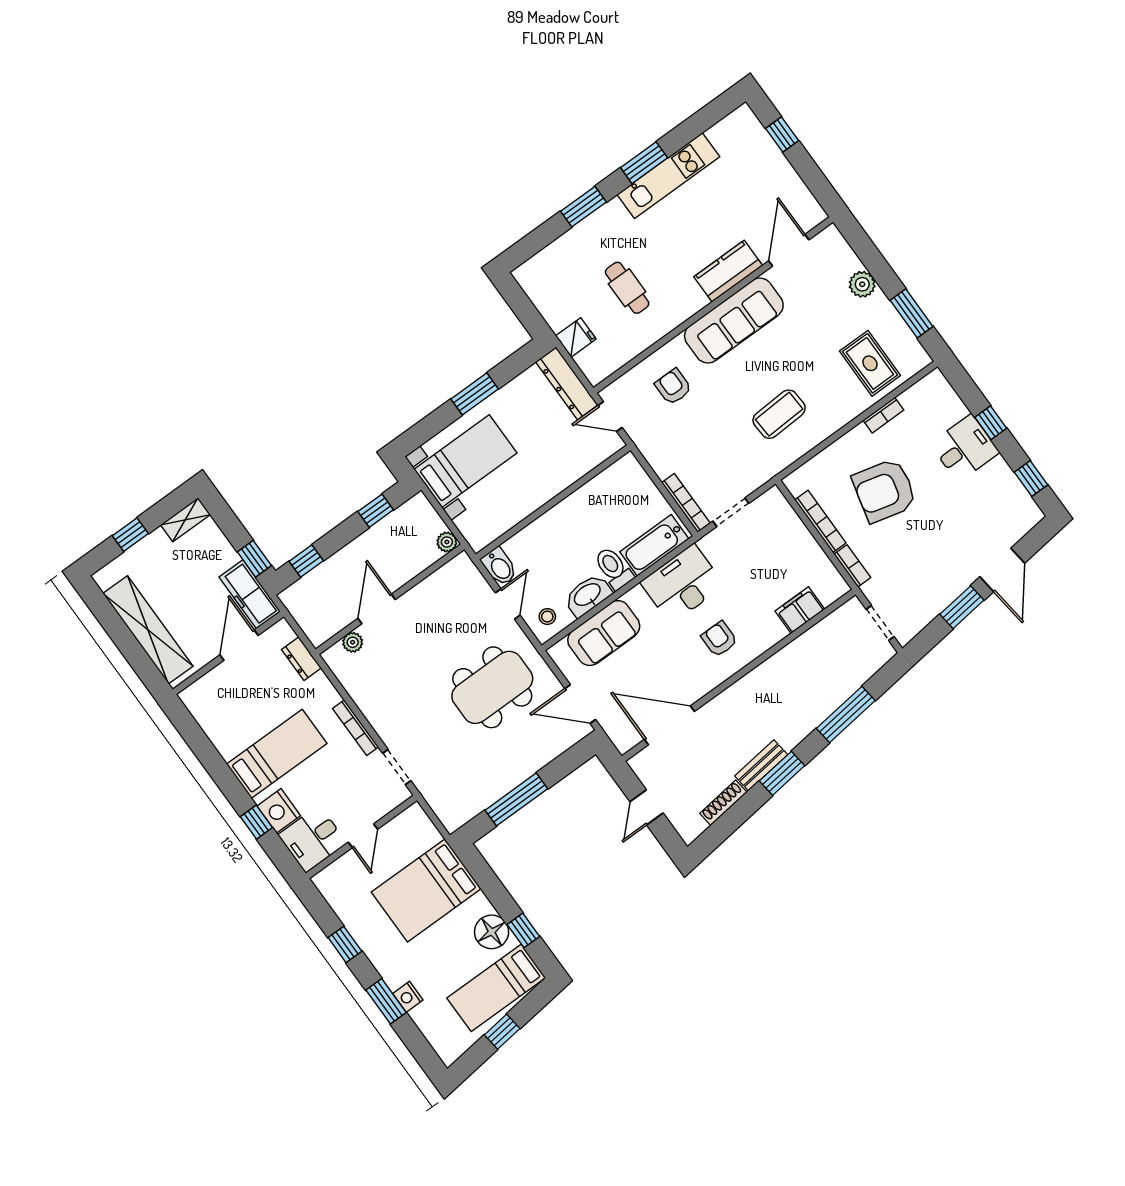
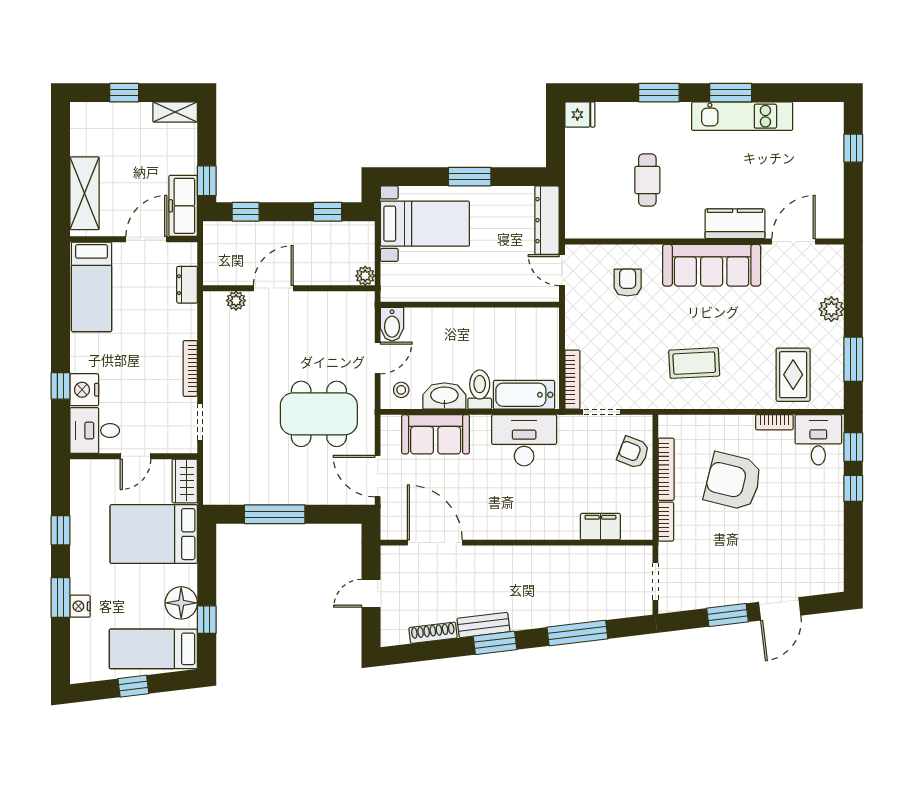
fridge: (576, 337) -> (580, 115), moved
desk: (965, 448) -> (818, 440), moved, turned -90
window: (1031, 478) -> (853, 447), moved
shelving: (148, 630) -> (84, 193), width x0.68
armchair: (719, 639) -> (633, 452), moved, turned -69
bed: (277, 754) -> (92, 287), moved, turned 90
wardrobe: (420, 826) -> (185, 481), added

